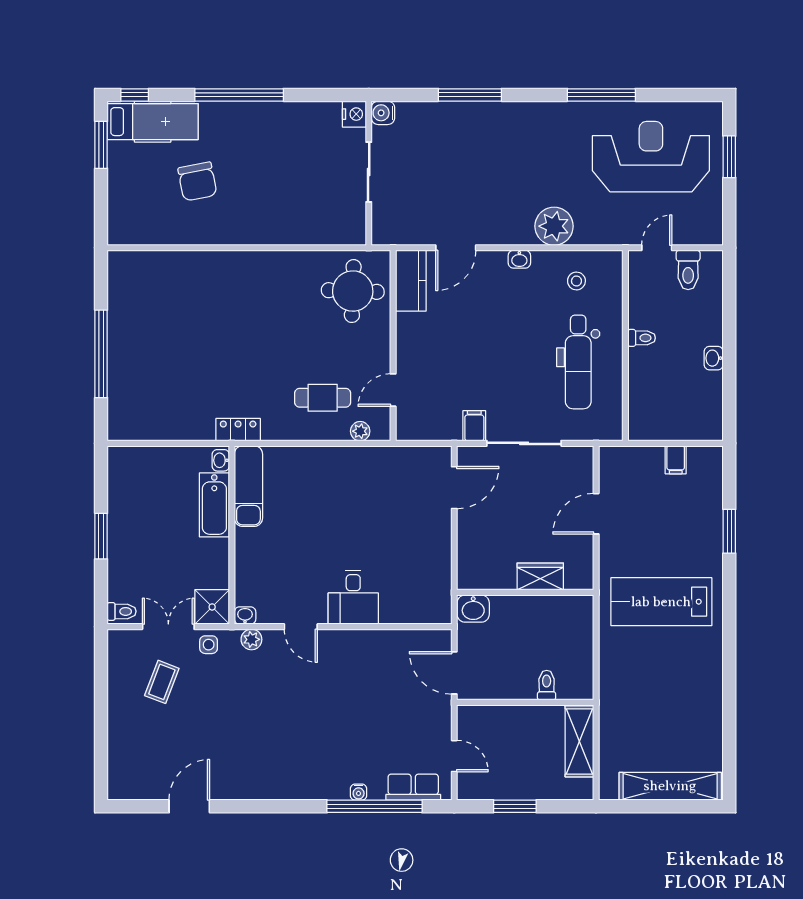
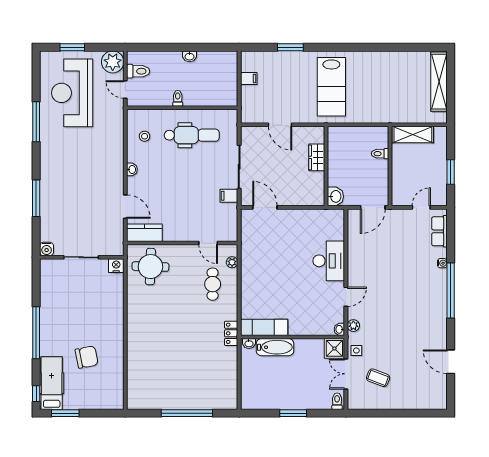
nightstand: (354, 114) -> (116, 266), moved
plant: (554, 226) -> (113, 62), moved
desk: (353, 597) -> (329, 261), width x1.37
window: (374, 806) -> (451, 290), moved

